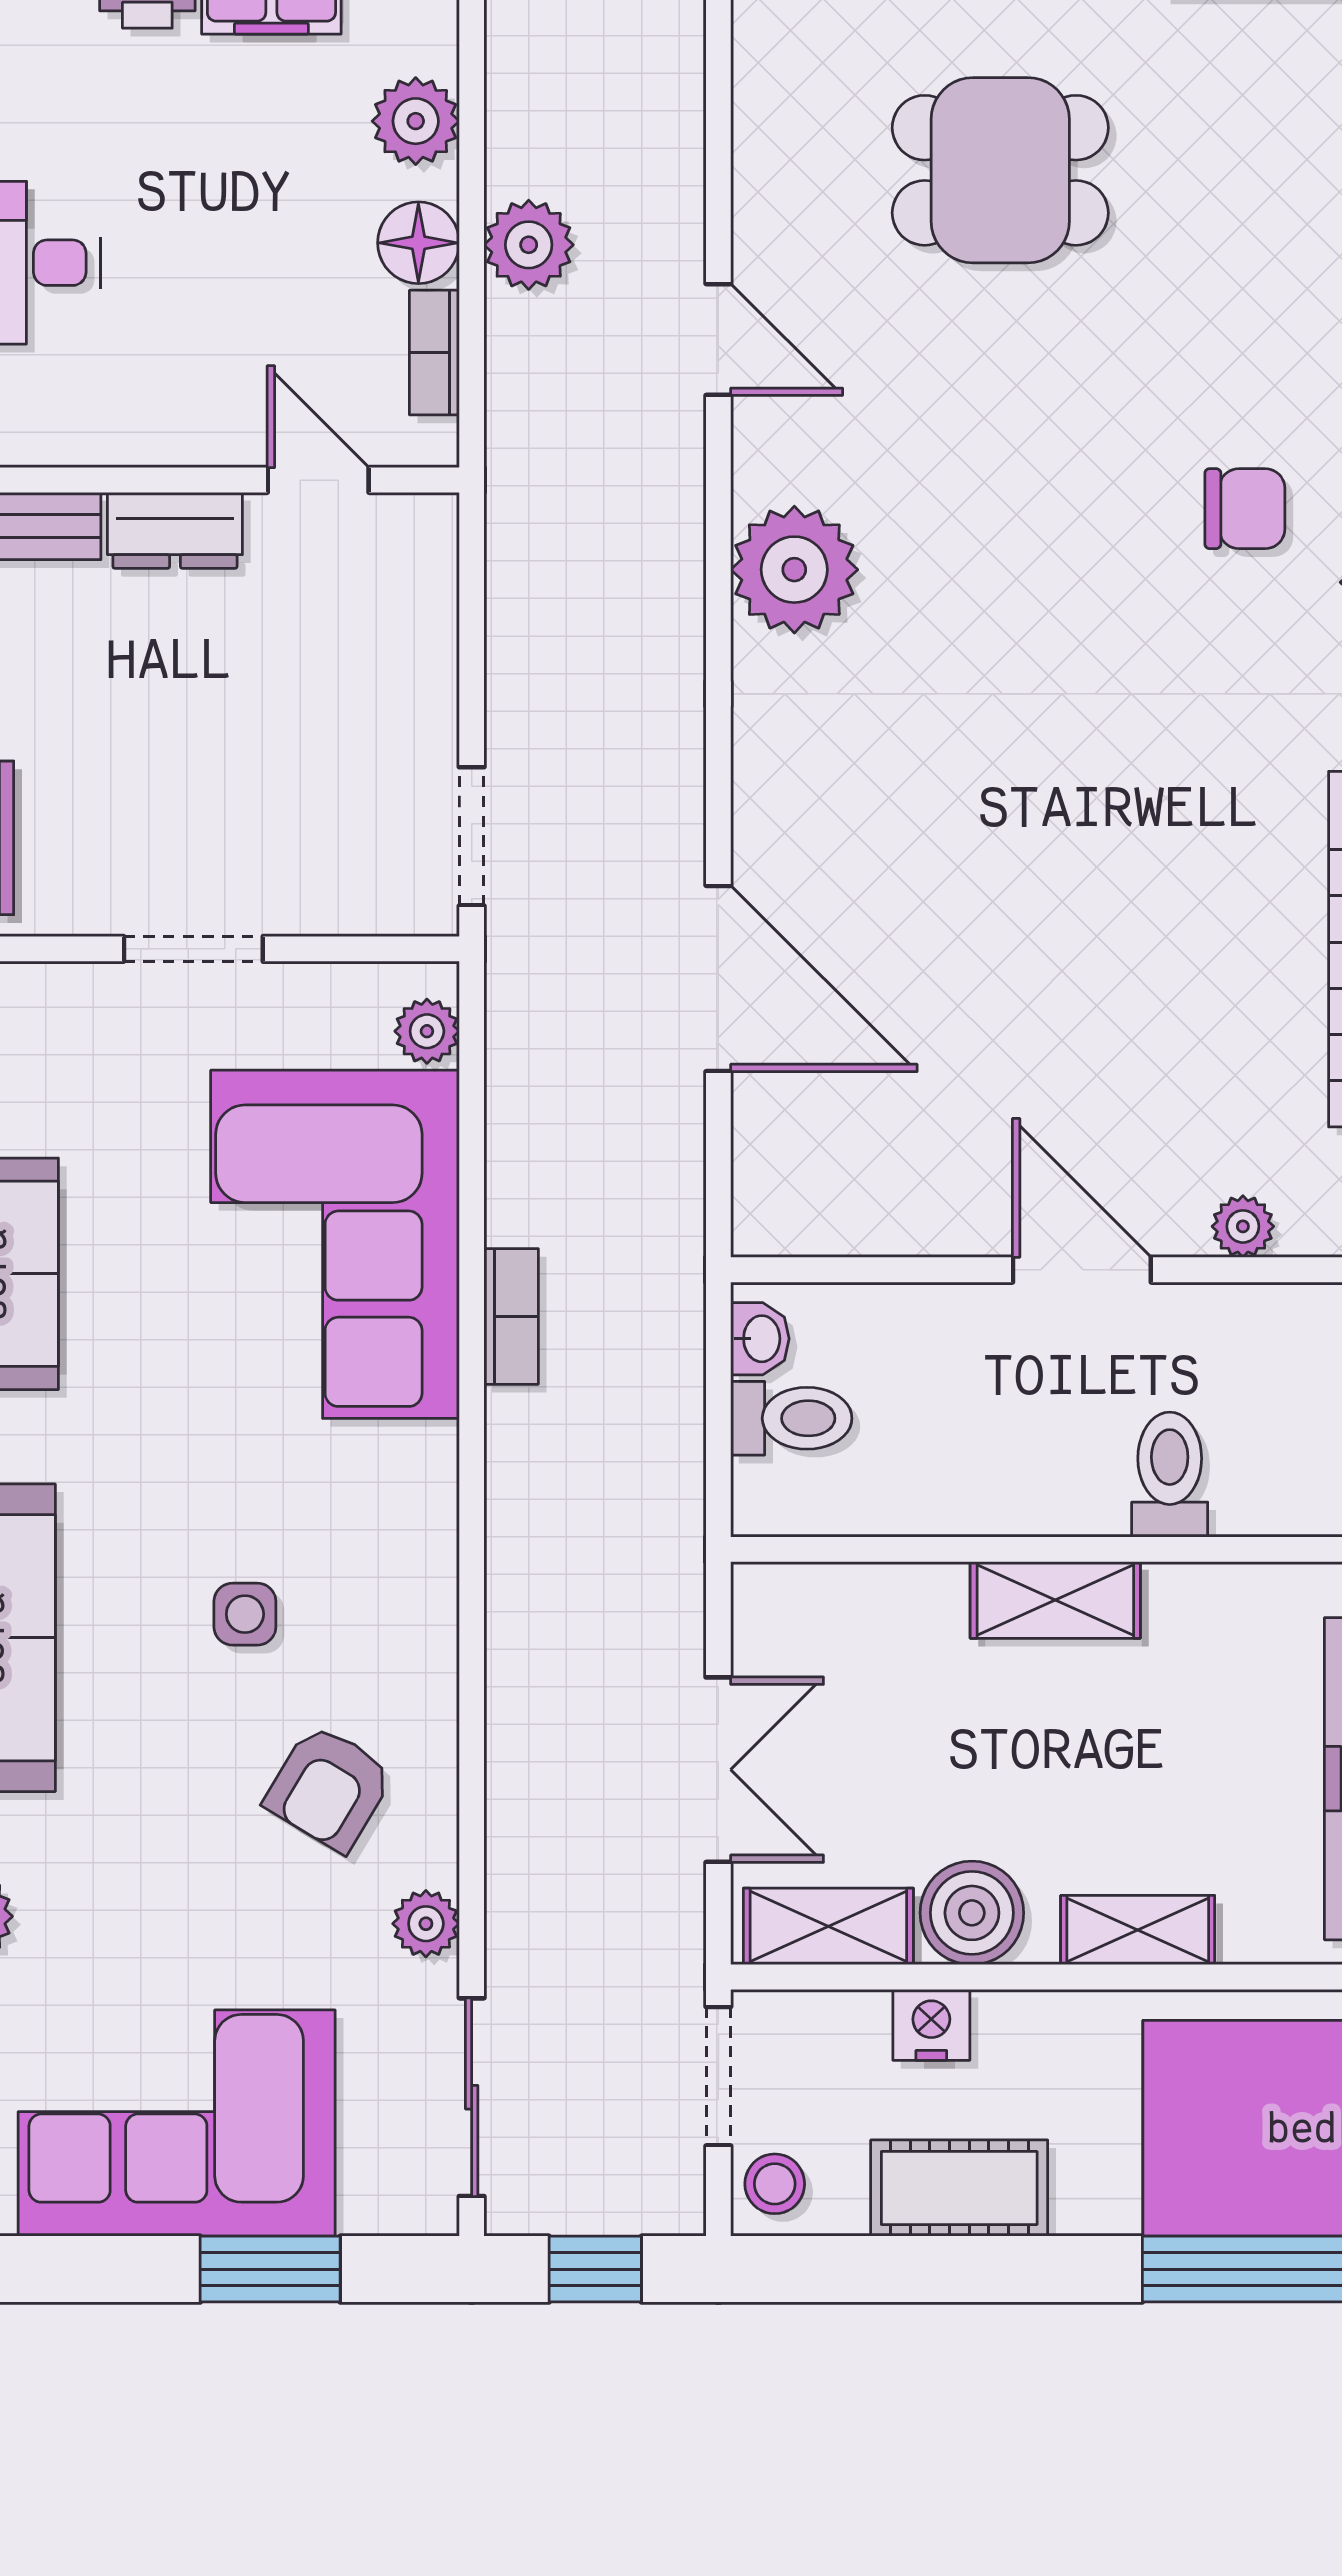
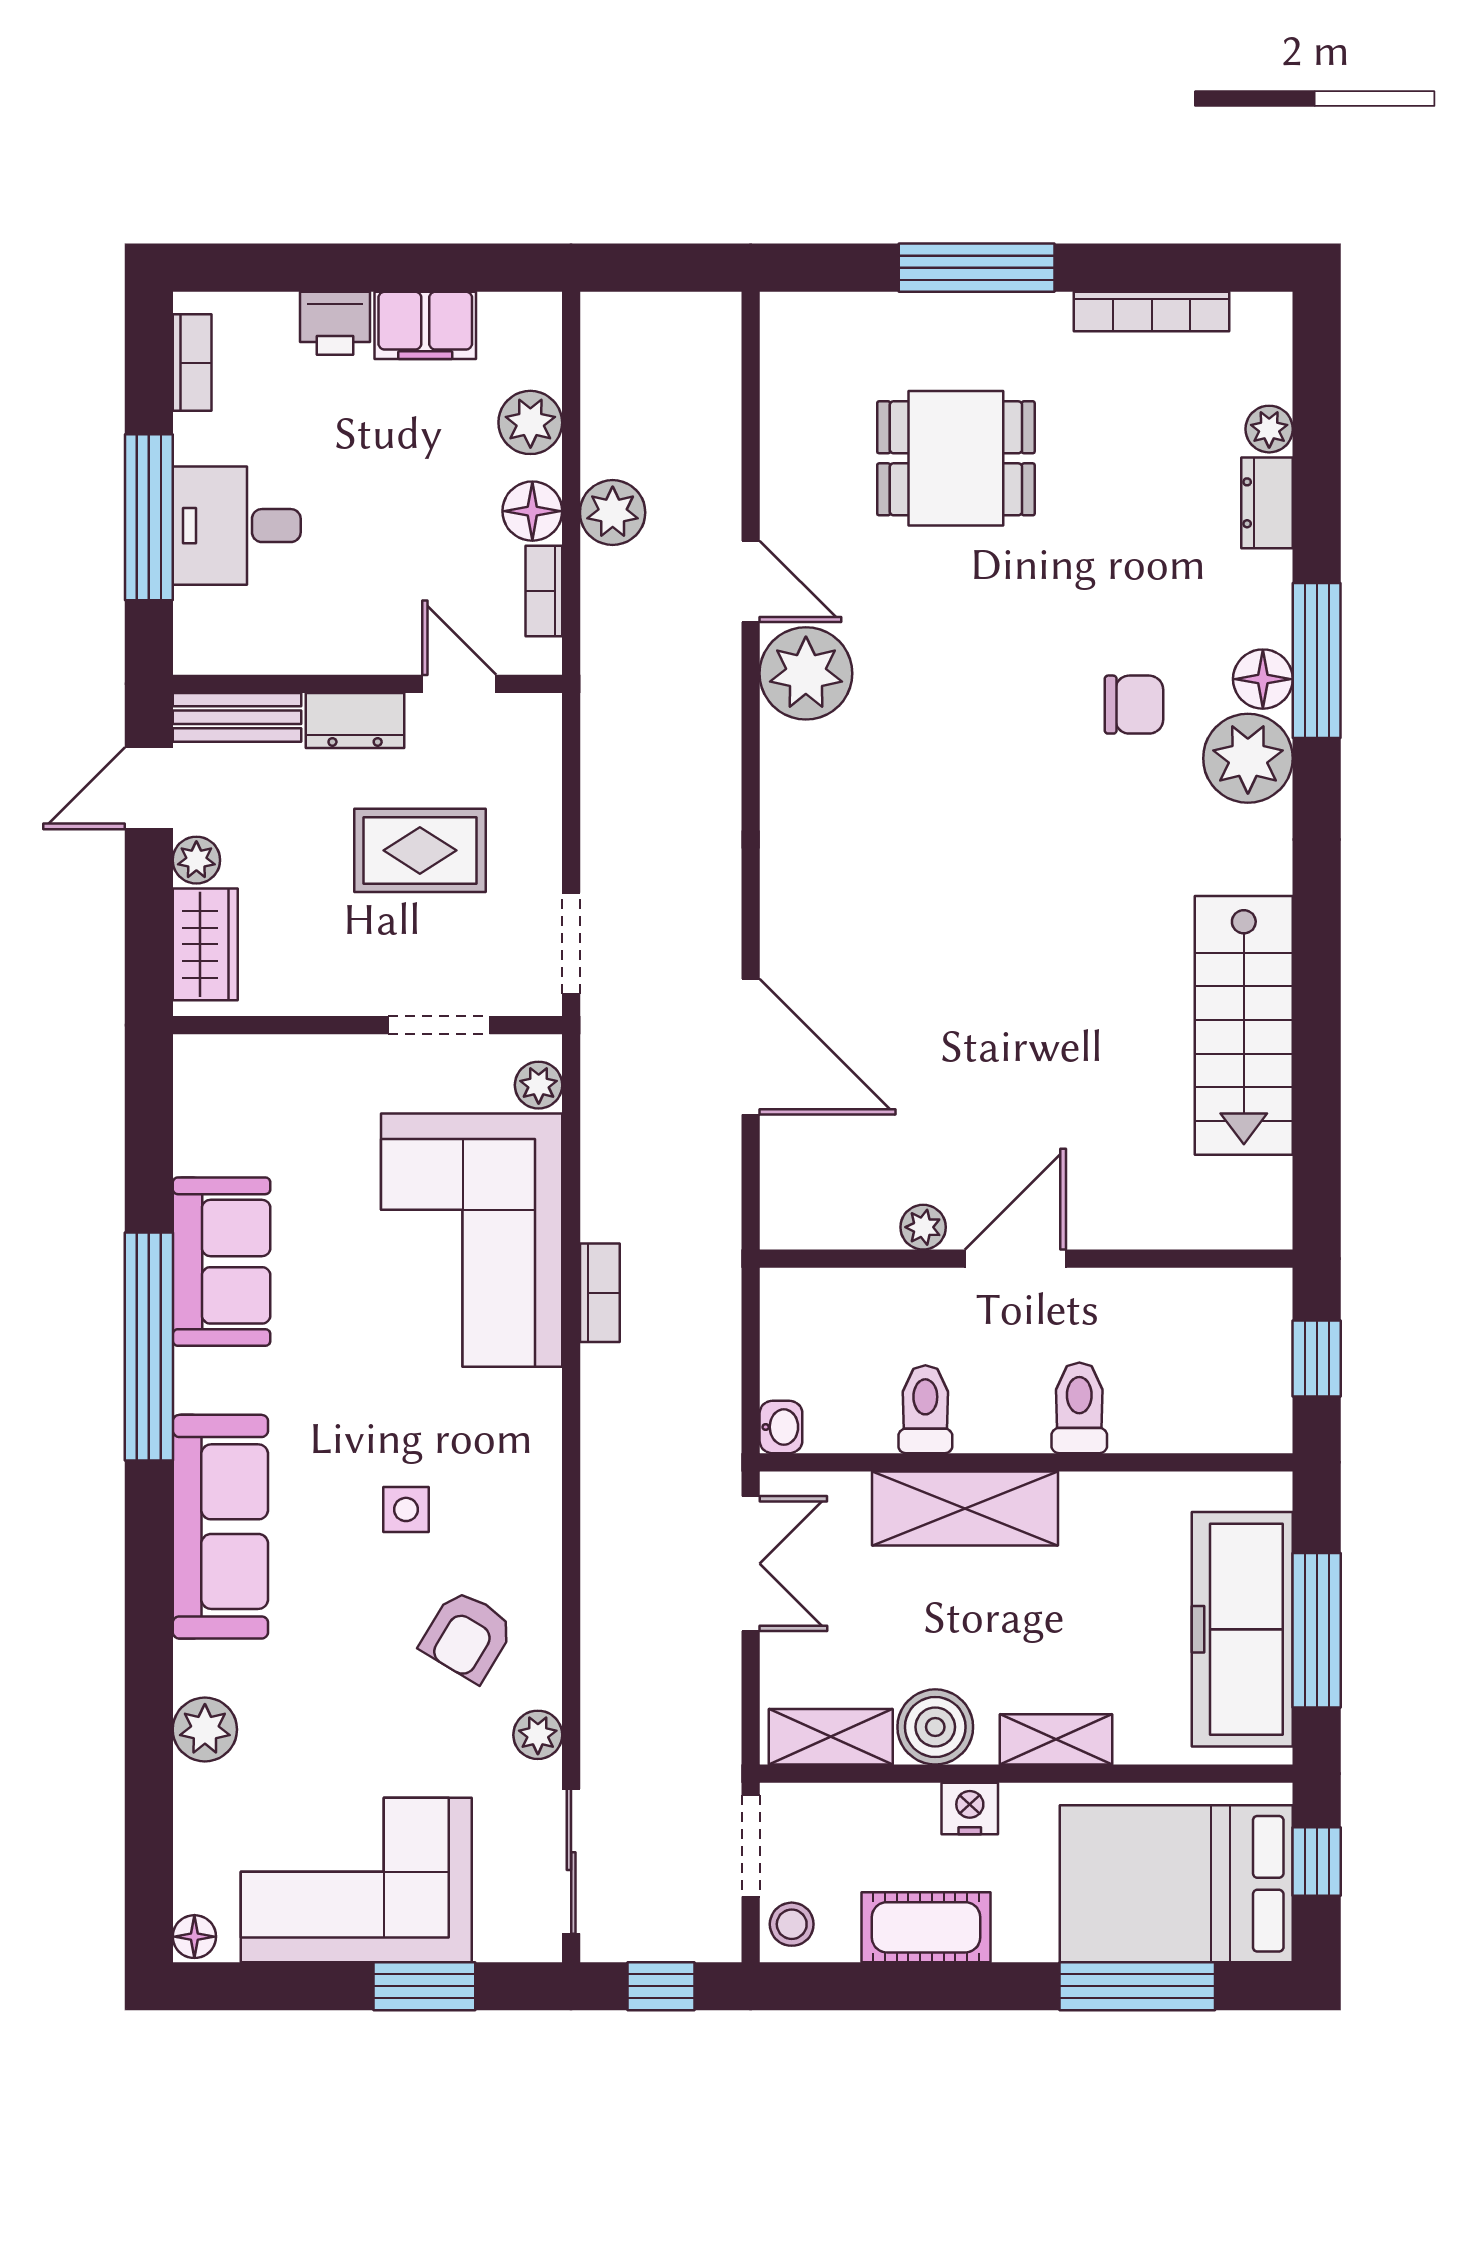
plant: (794, 570) -> (806, 673), moved
rug: (264, 709) -> (420, 850), added
doorway: (193, 949) -> (439, 1025), moved
plant: (1243, 1226) -> (923, 1227), moved
door: (1082, 1270) -> (1015, 1259), hinge flipped
washbasin: (760, 1339) -> (781, 1427), moved
toilet: (791, 1418) -> (925, 1409), moved, turned -90
shelving: (1055, 1600) -> (965, 1508), width x1.50, depth x1.33
double door: (718, 1770) -> (751, 1564), moved
nightstand: (931, 2025) -> (970, 1808), moved

